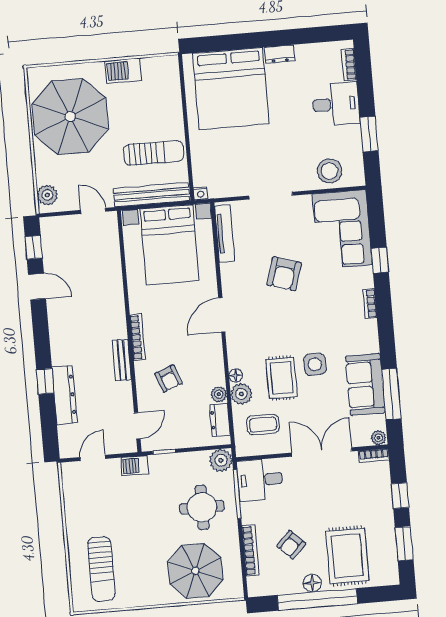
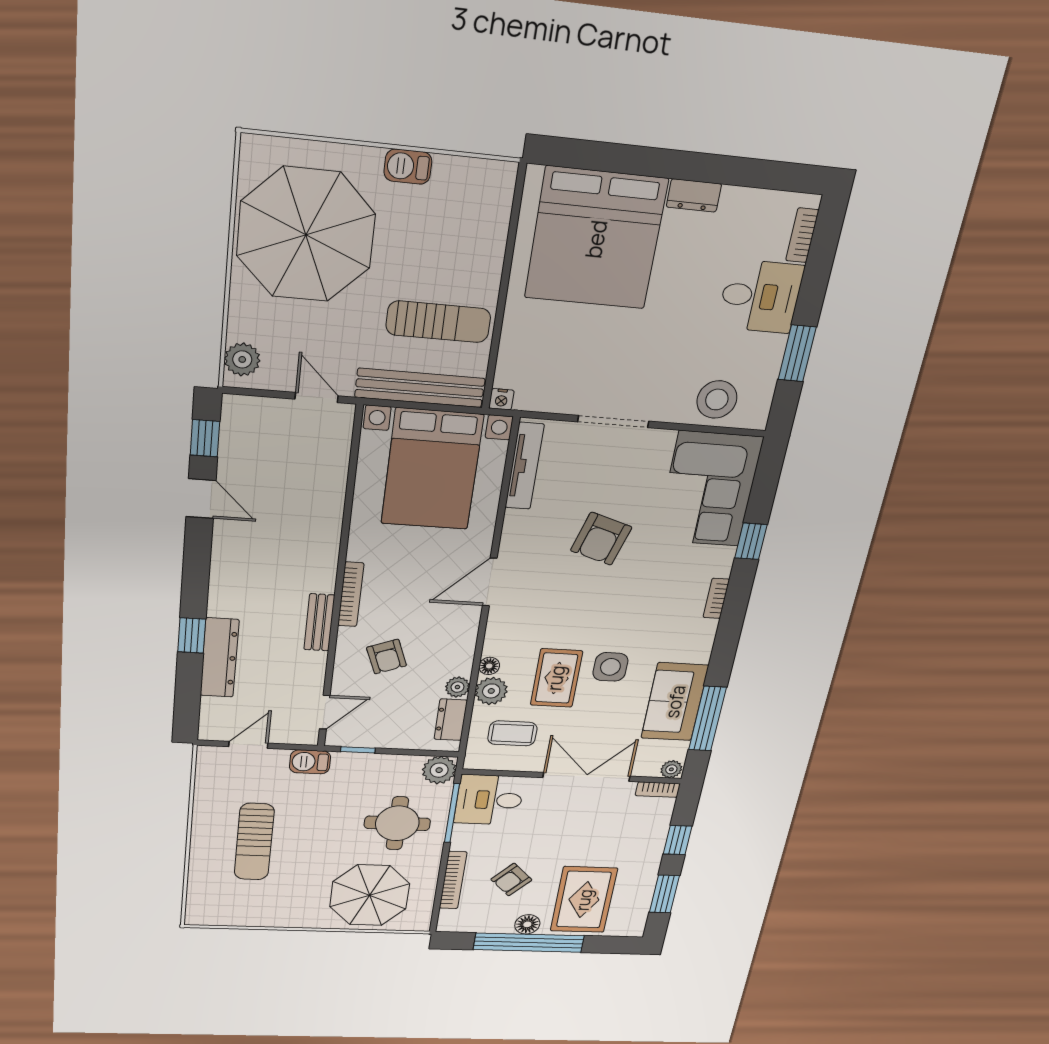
barbecue: (123, 71) -> (408, 167), width x0.73, depth x0.79
sun lounger: (101, 569) -> (254, 842), moved

